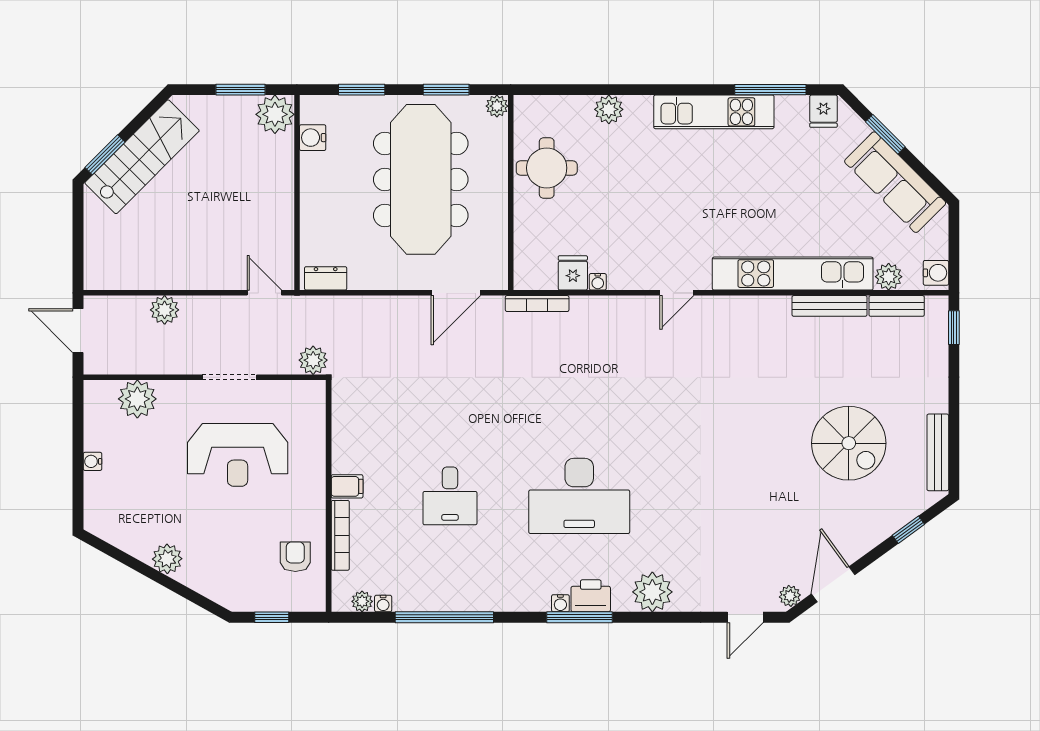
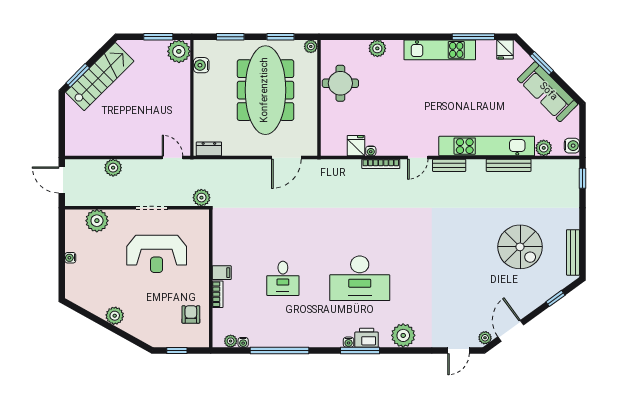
bookcase: (537, 304) -> (381, 164), moved
bench: (897, 306) -> (449, 165), moved
bookcase: (340, 535) -> (218, 294), width x0.64

